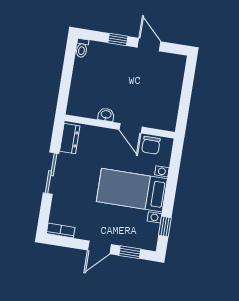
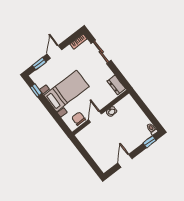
window: (118, 40) -> (150, 142), moved
door: (149, 45) -> (125, 161), swing flipped
door: (131, 128) -> (95, 117), hinge flipped
sliding door: (51, 173) -> (101, 52), moved

